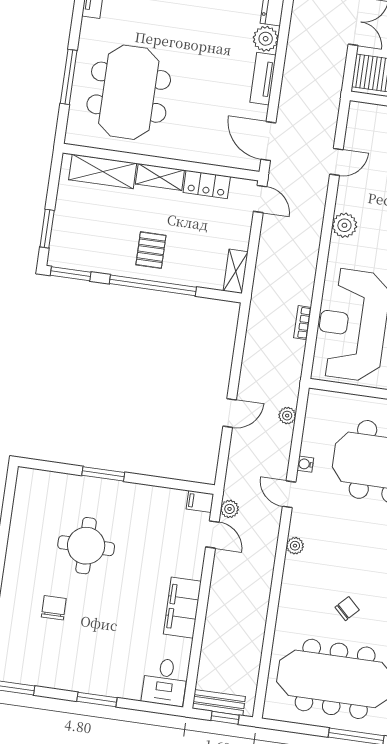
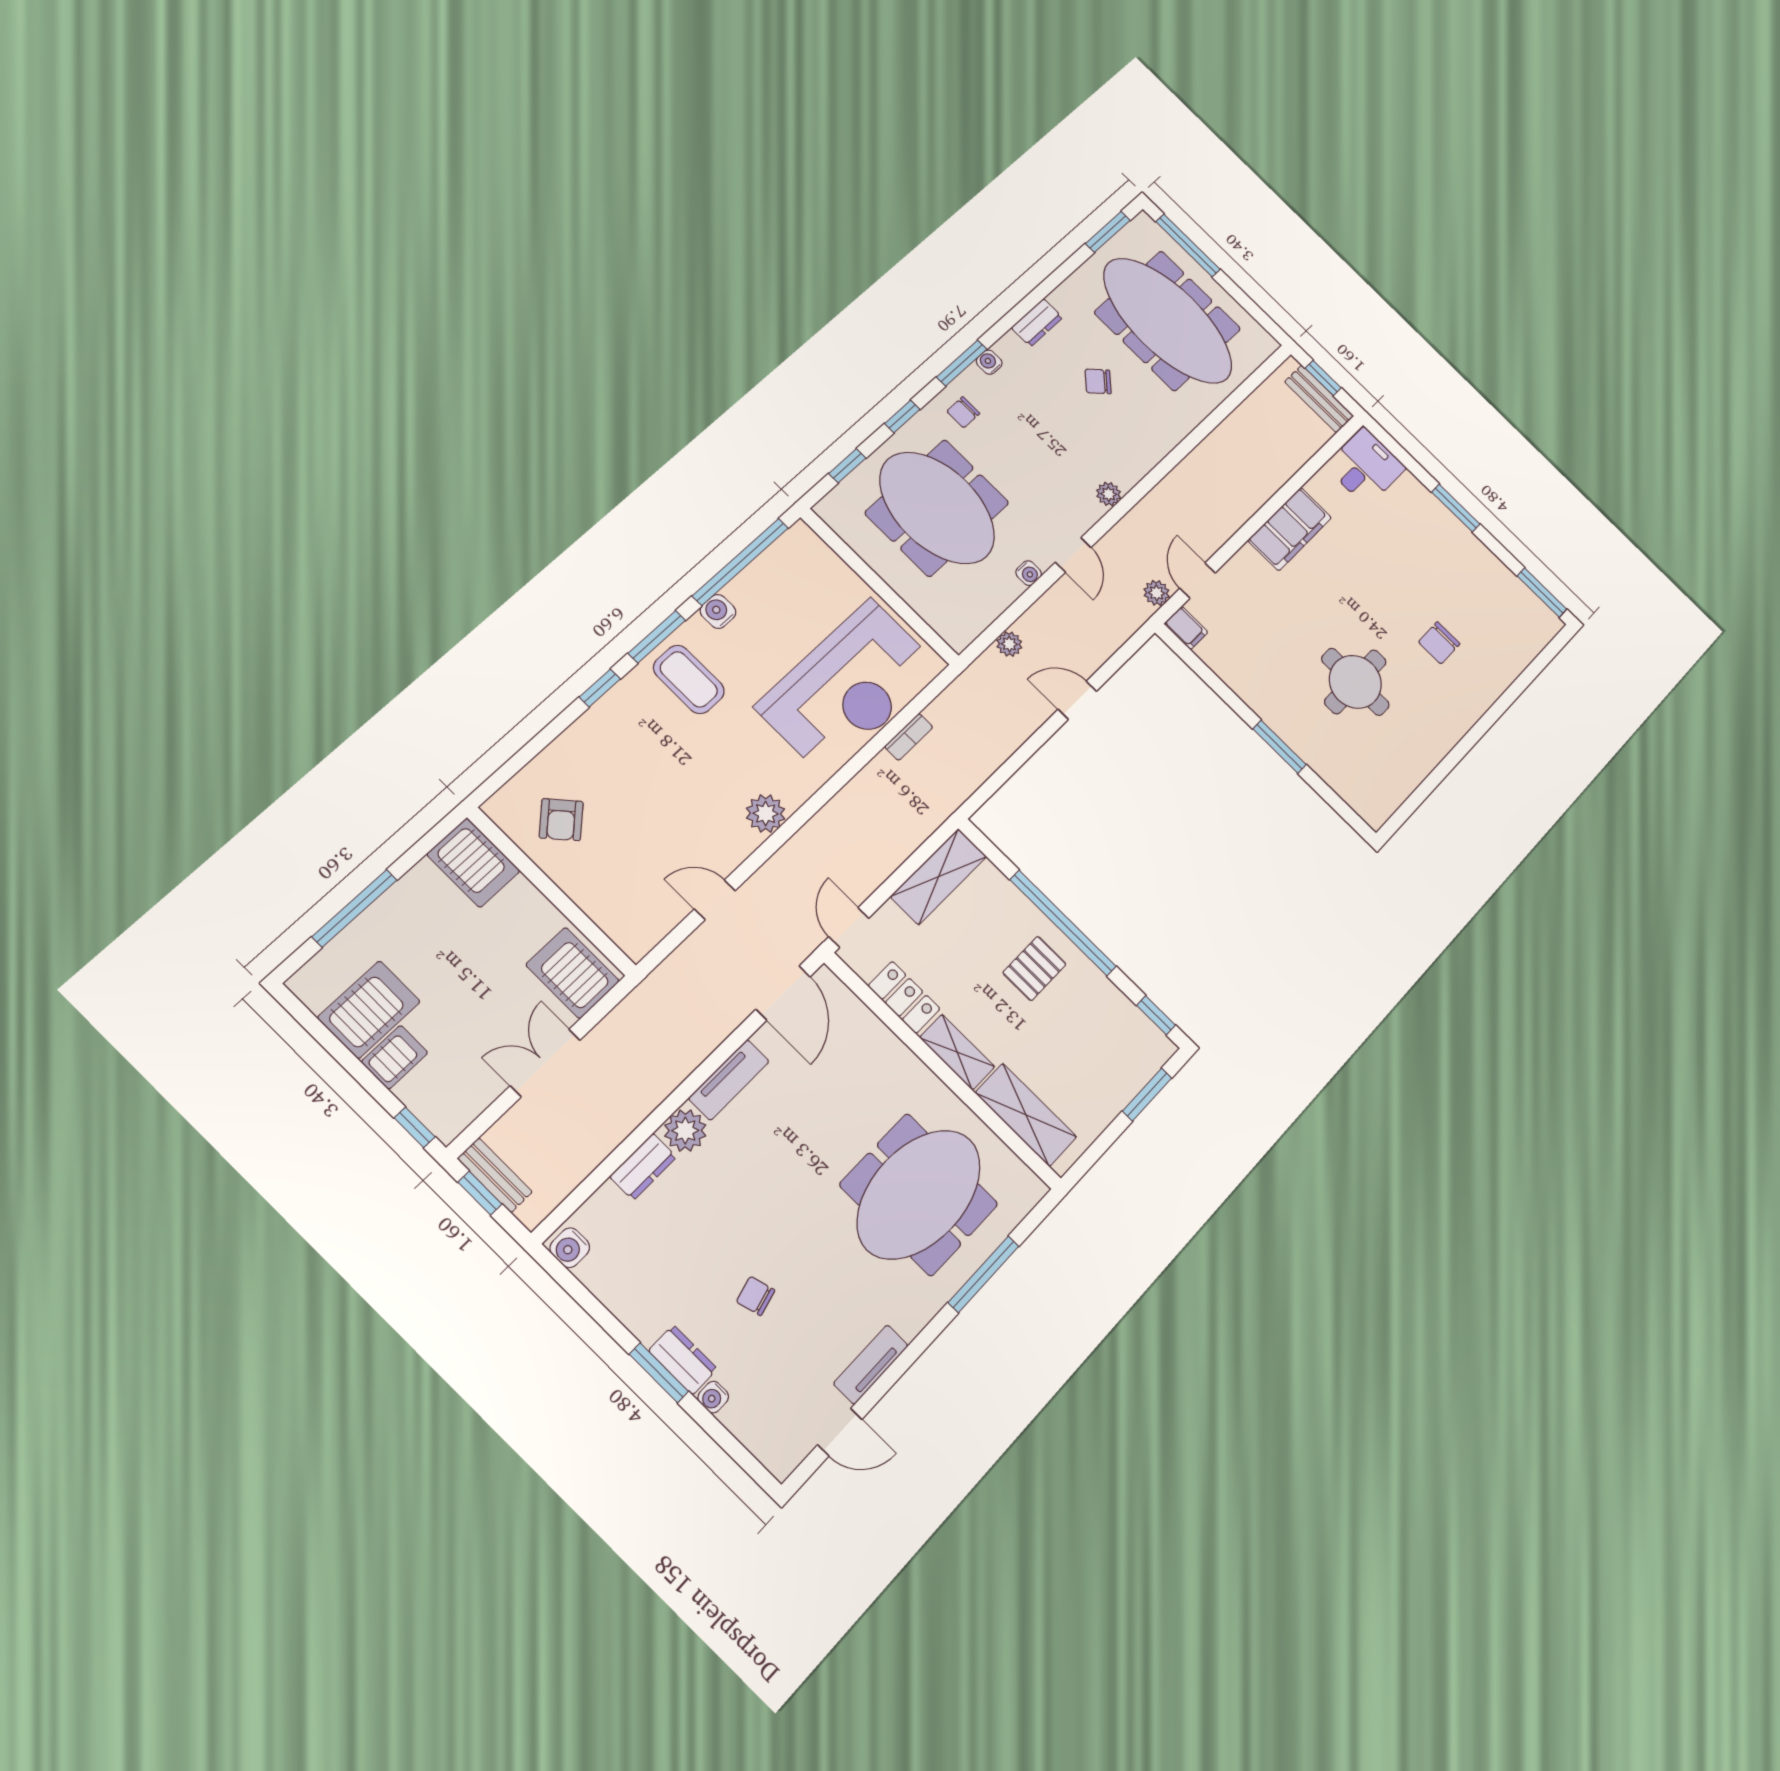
shelving: (236, 271) -> (939, 877), width x1.50, depth x1.33
window: (71, 274) -> (1156, 1015), width x0.67

